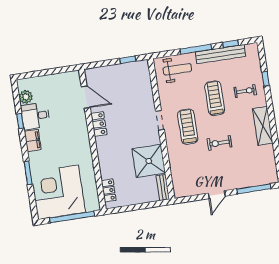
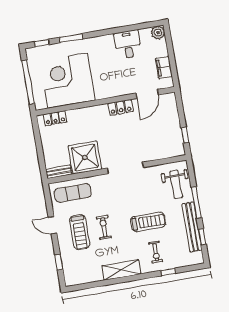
plant: (26, 97) -> (158, 33), moved
doorway: (160, 120) -> (125, 168), width x1.88
window: (20, 121) -> (42, 43), moved
treadmill: (188, 127) -> (80, 232), moved, turned 90
filing cabinet: (33, 140) -> (164, 67), moved, turned 90
exercise mat: (184, 174) -> (73, 193), added
window: (254, 189) -> (59, 262), width x0.46
corner desk: (58, 192) -> (68, 81), moved, turned -90

